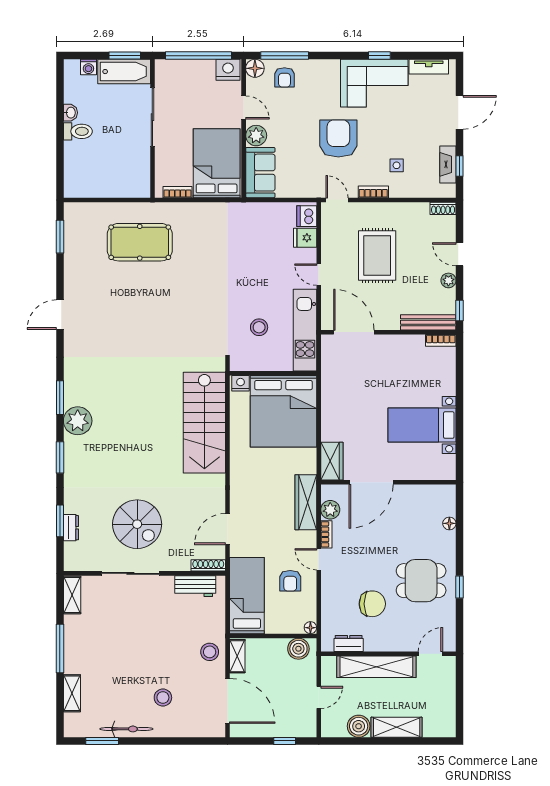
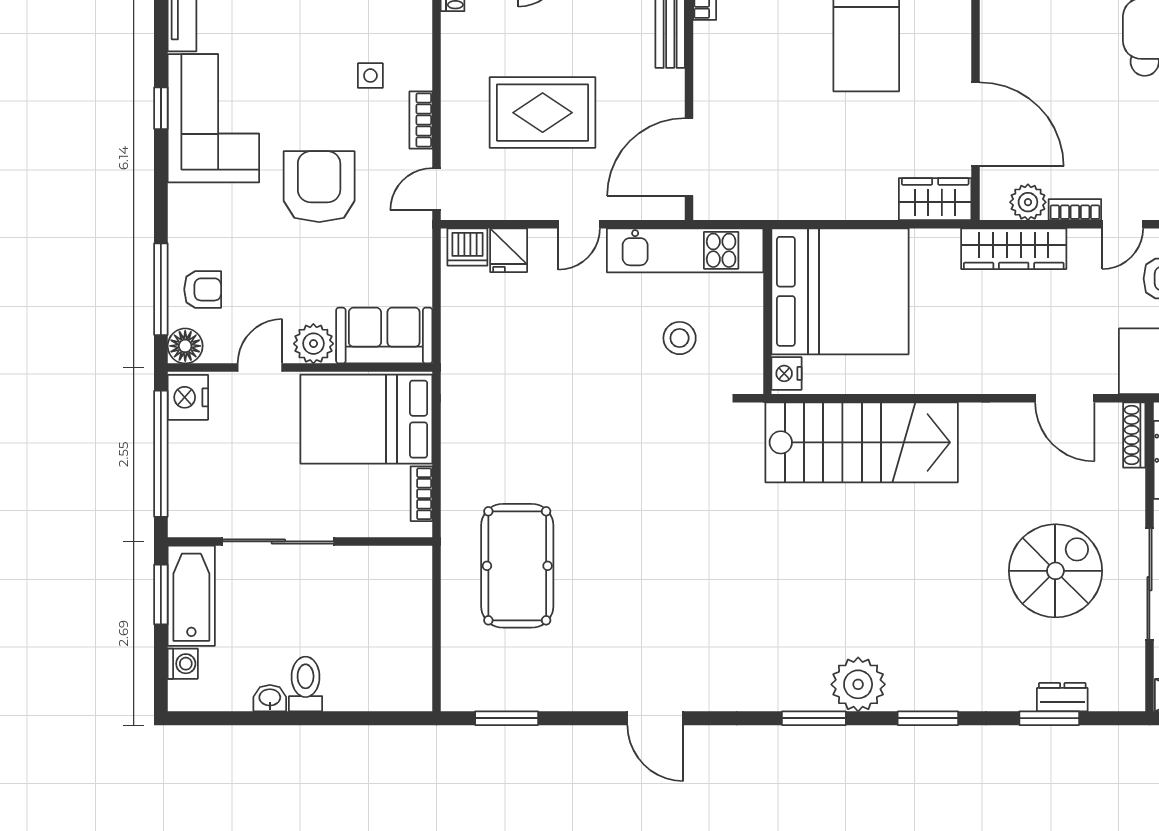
armchair: (338, 138) -> (319, 187), turned 90

